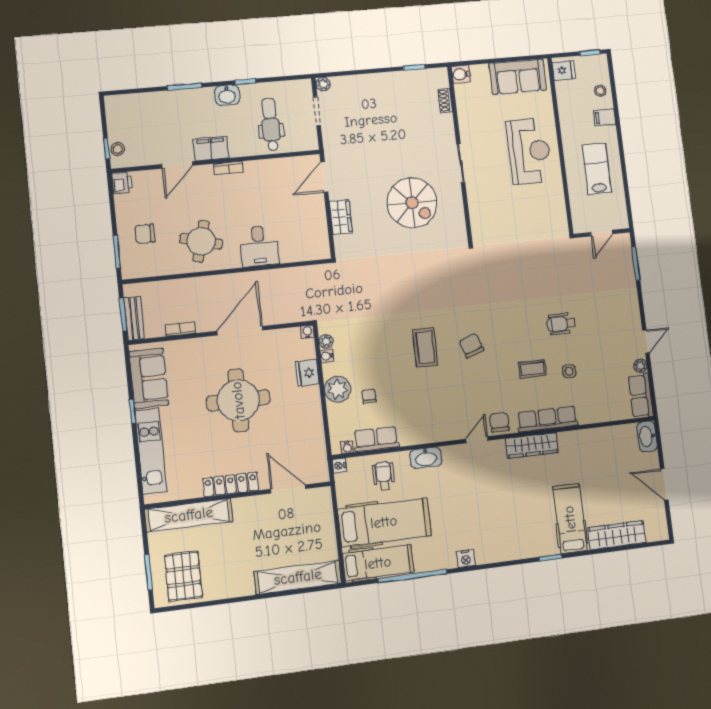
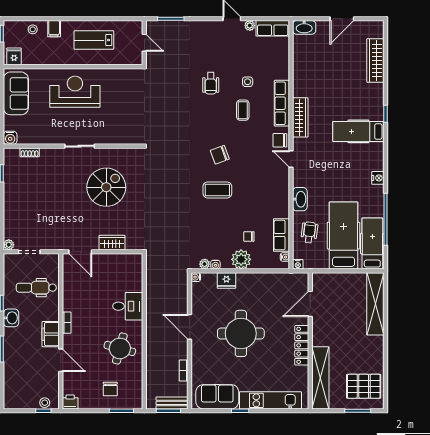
door: (240, 331) -> (190, 327), width x0.73
wheelchair: (384, 476) -> (309, 232), turned 97
hospital bed: (570, 519) -> (358, 131), moved

